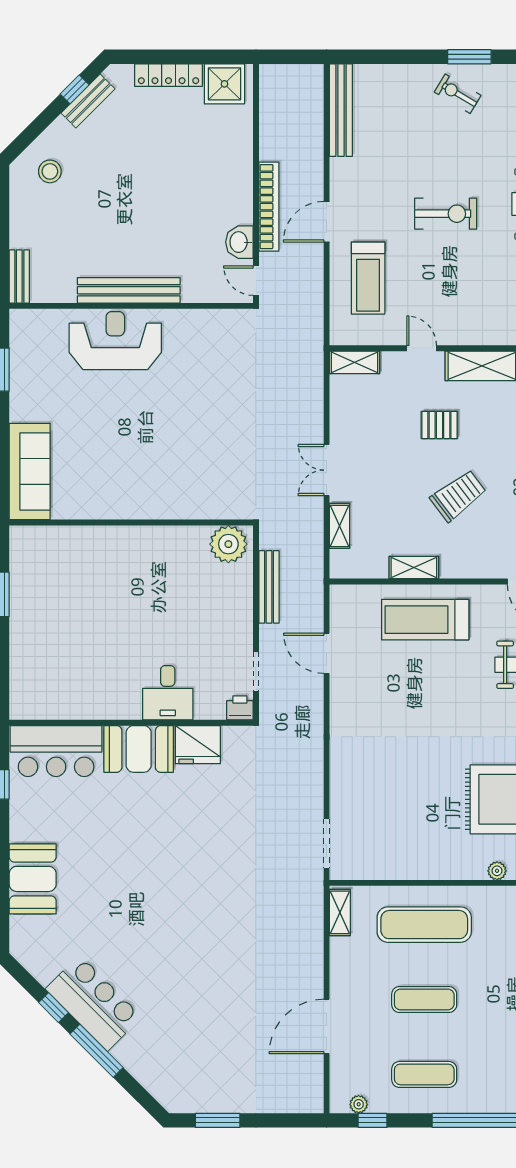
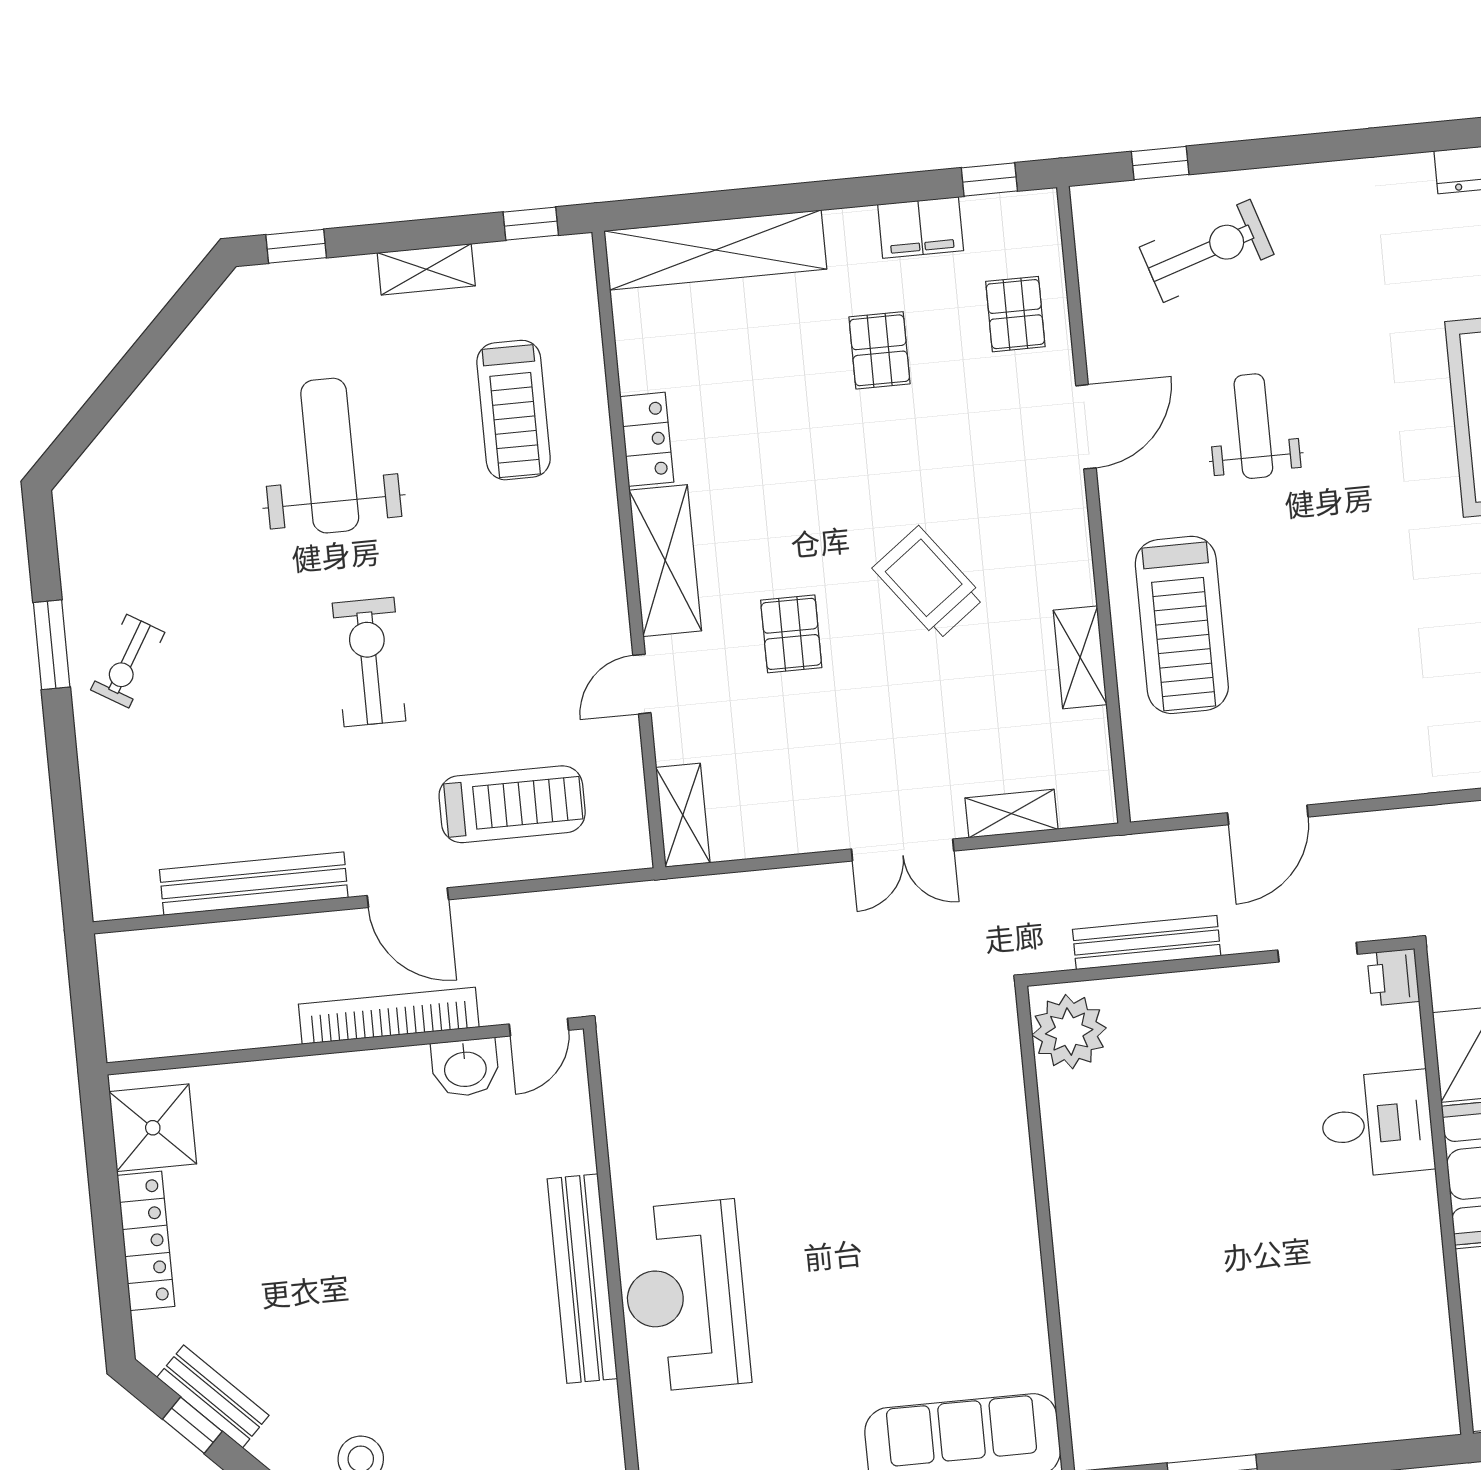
bench: (341, 110) -> (254, 884), moved

